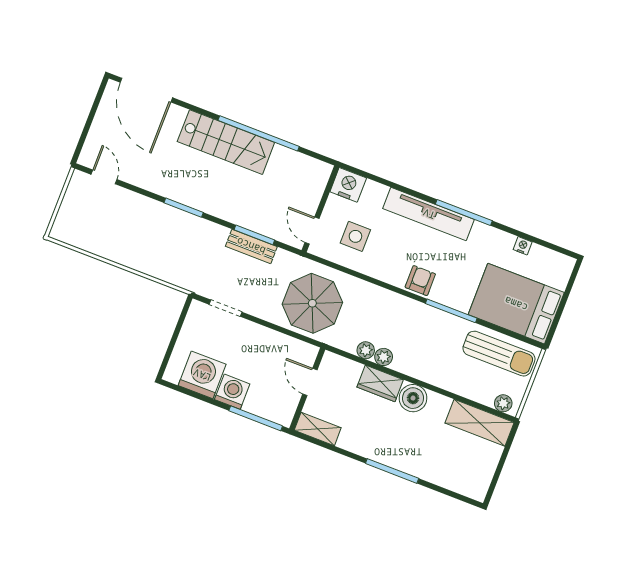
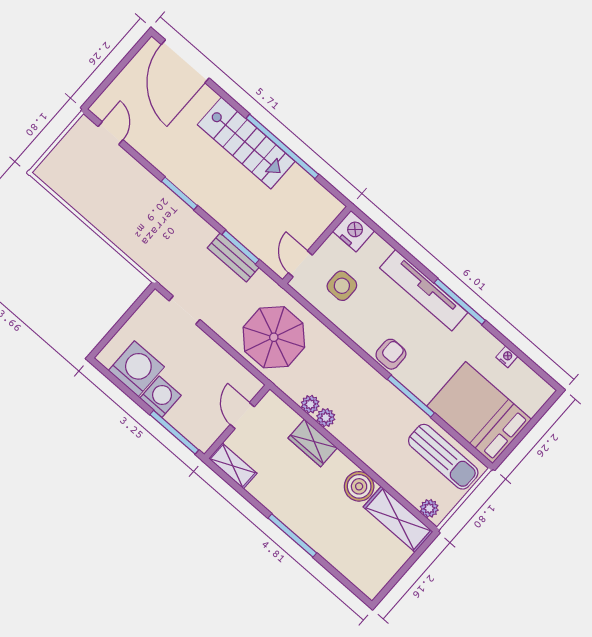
boiler: (413, 398) -> (359, 486), moved

